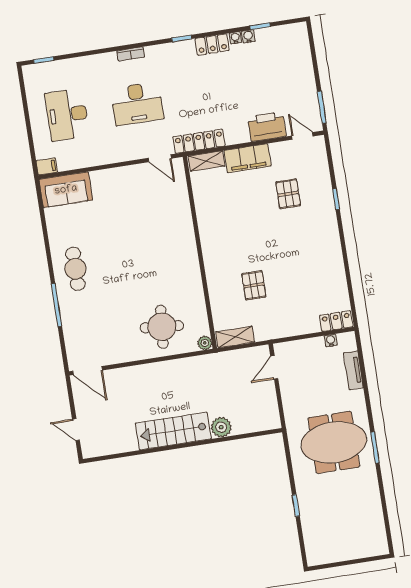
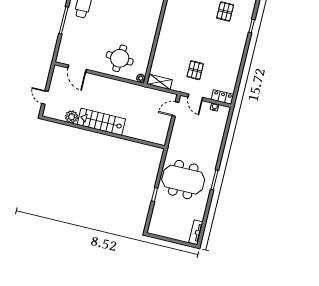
pallet: (254, 285) -> (195, 70), moved
door: (297, 338) -> (195, 97), added
tv unit: (354, 370) -> (196, 232), moved
door: (88, 371) -> (77, 69), moved
plant: (221, 427) -> (72, 117), moved
meeting table: (334, 442) -> (183, 180), moved

